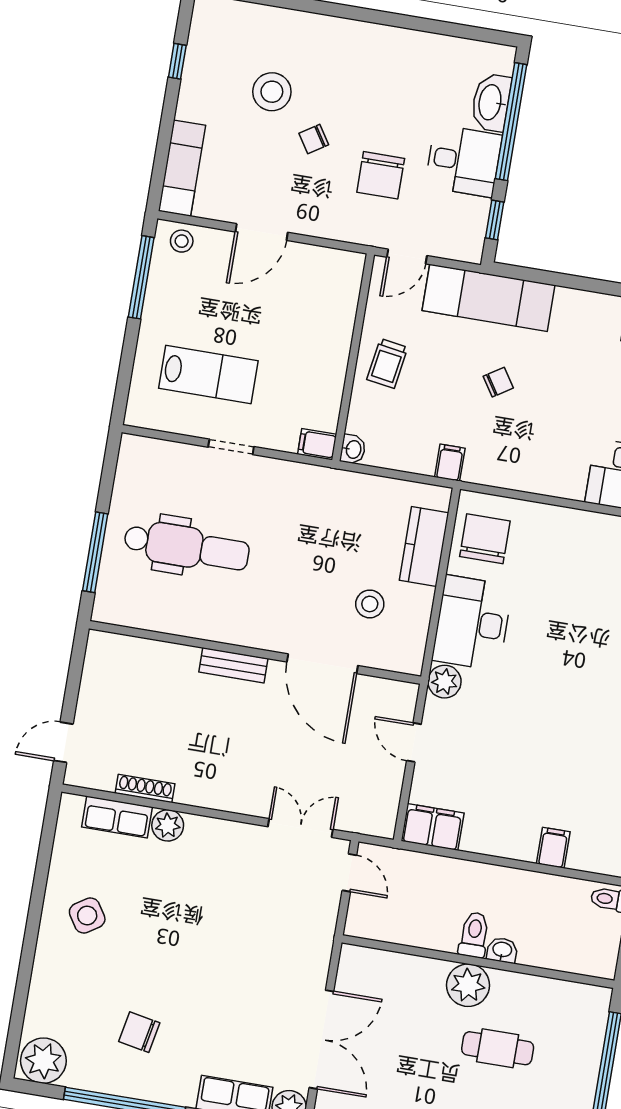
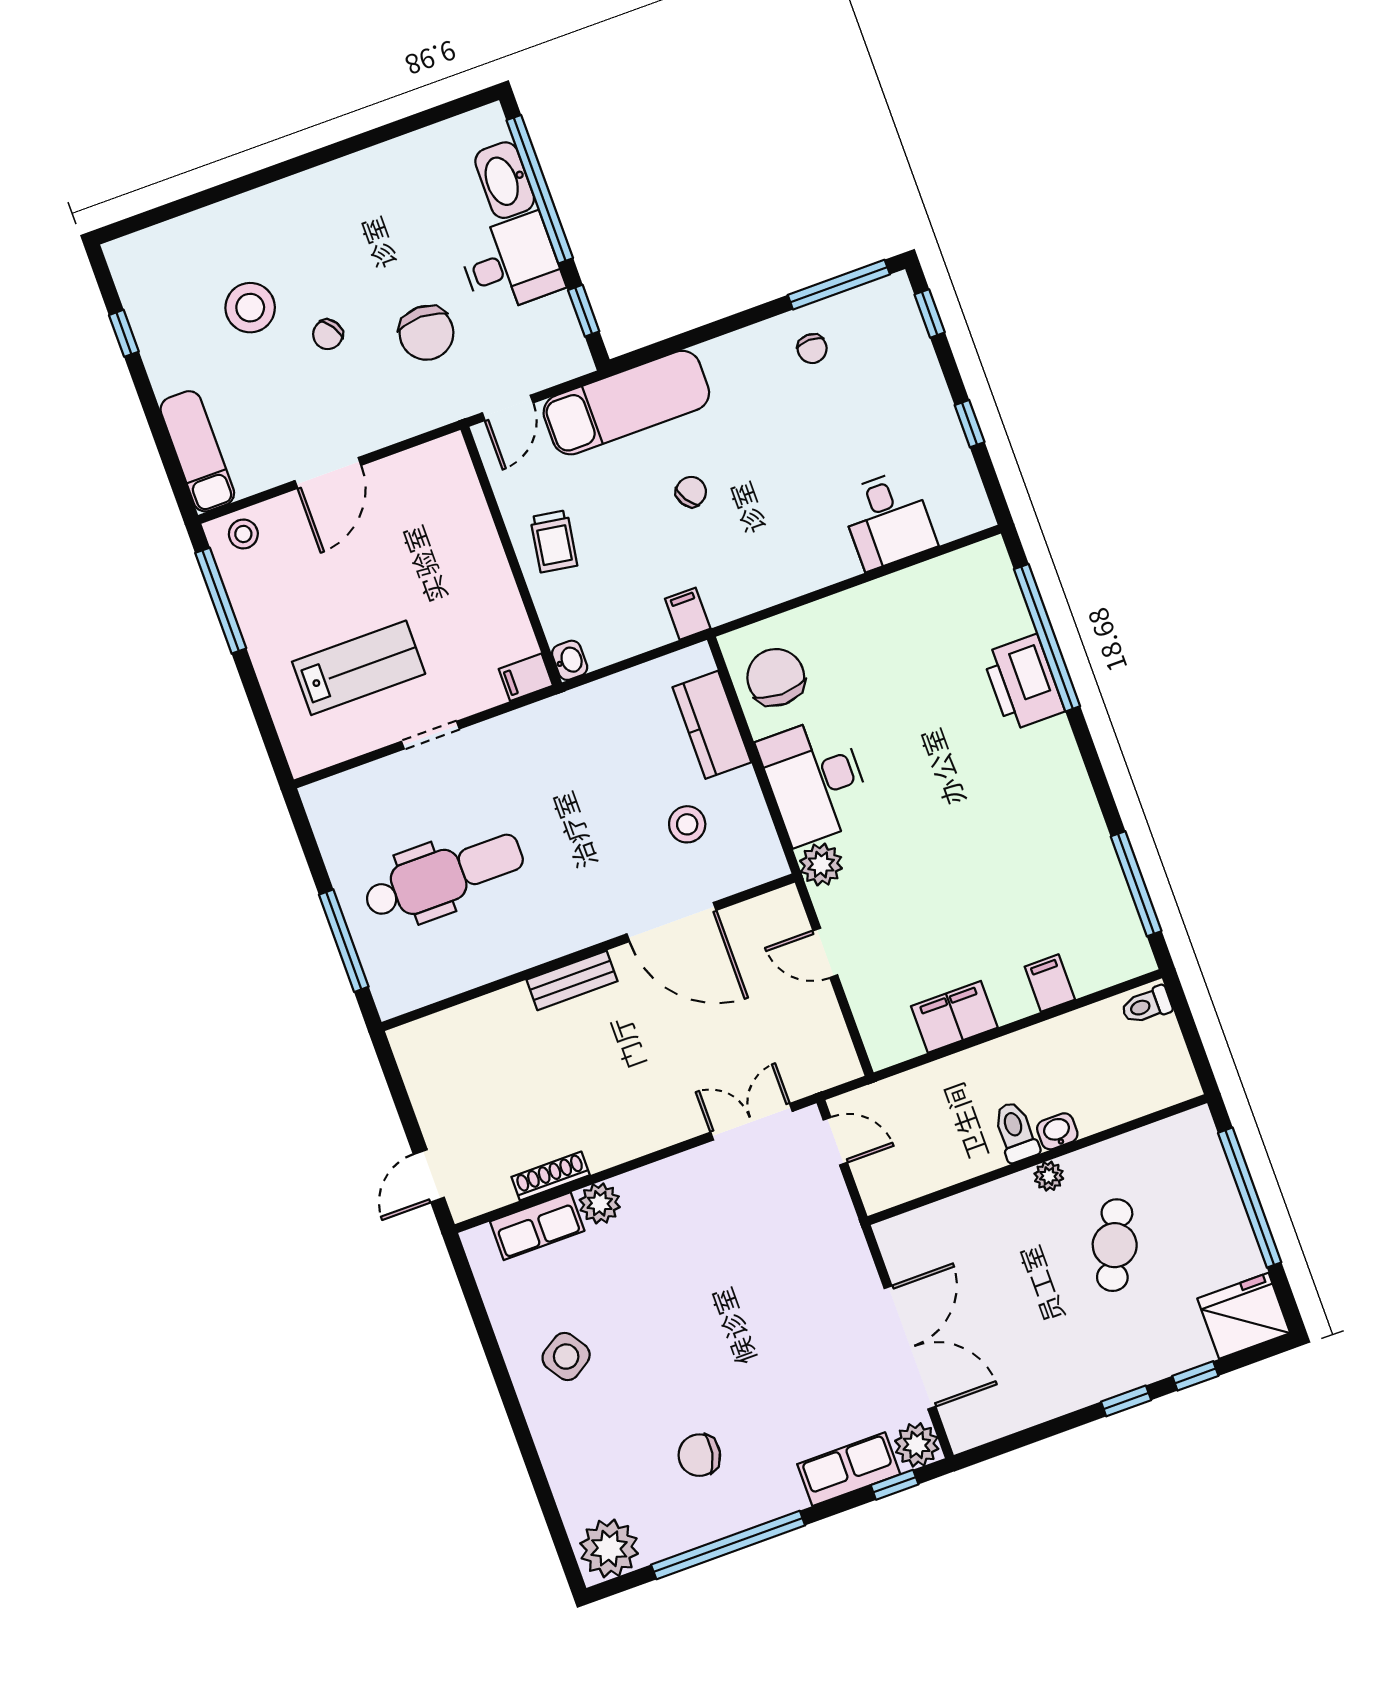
filing cabinet: (433, 827) -> (954, 1017), moved
plant: (468, 985) -> (1049, 1176), width x0.53, depth x0.53
cafe table: (498, 1048) -> (1115, 1245), turned -66

